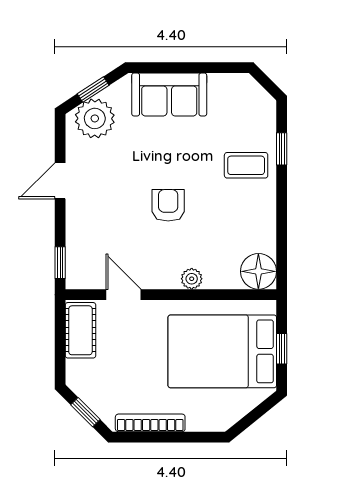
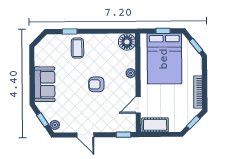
plant: (95, 118) -> (55, 125), width x0.53, depth x0.53
window: (249, 419) -> (196, 46), added

